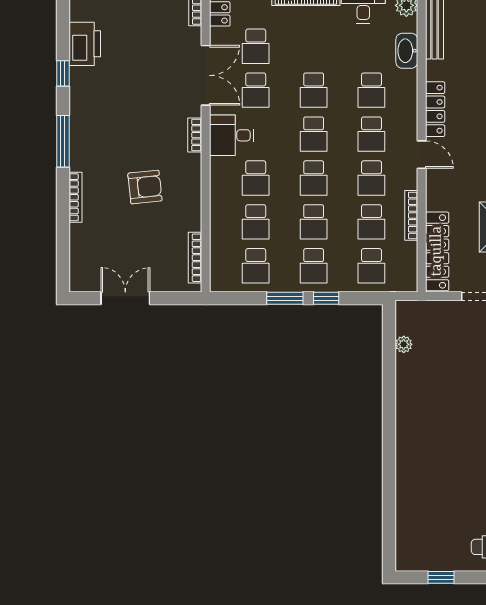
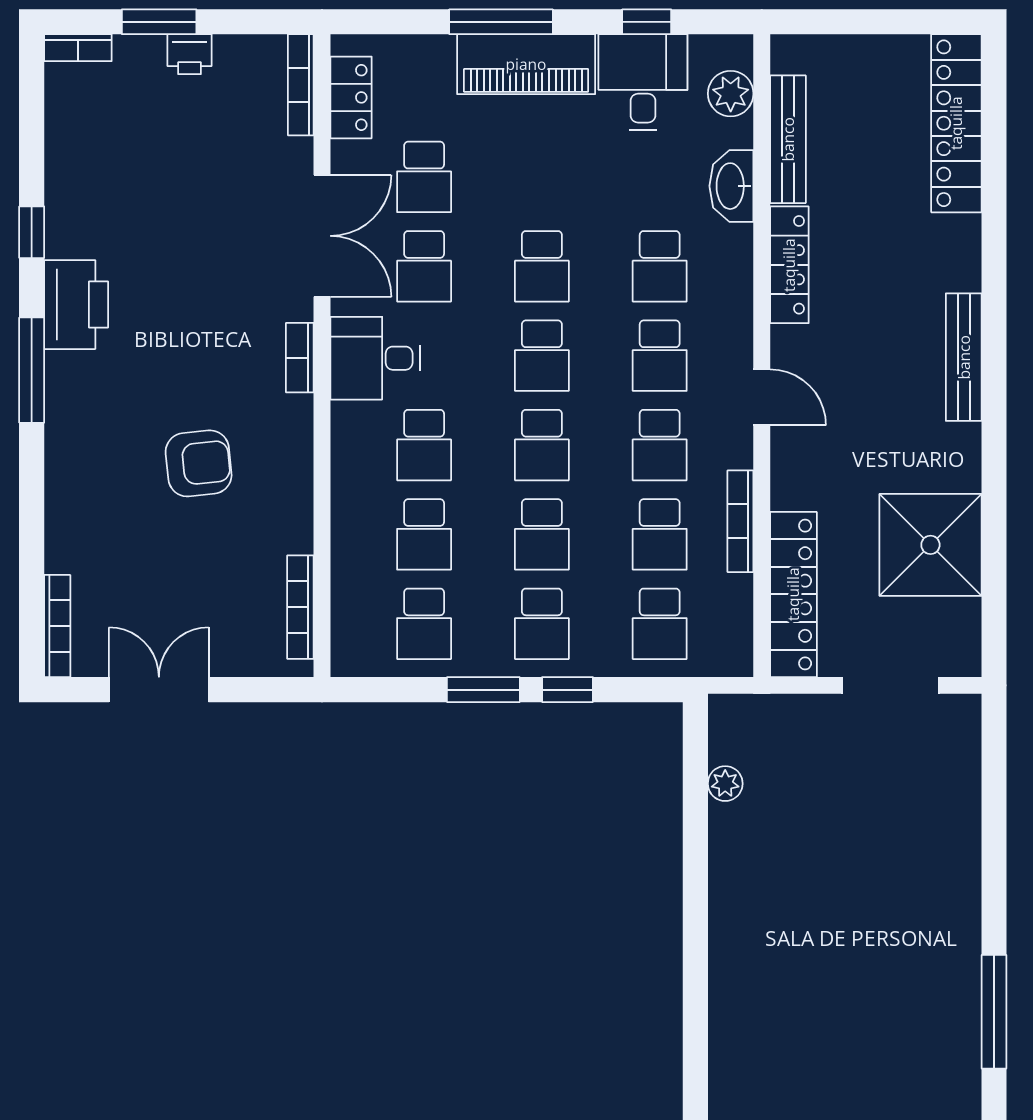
printer: (85, 44) -> (76, 305), moved
locker: (435, 109) -> (789, 265), moved
bookcase: (75, 197) -> (57, 626), moved

